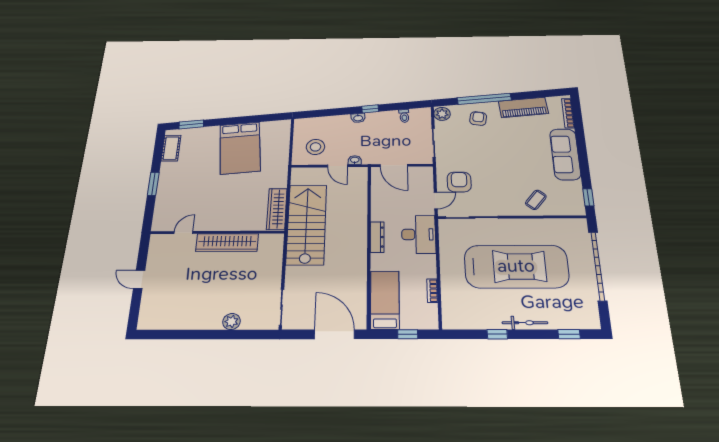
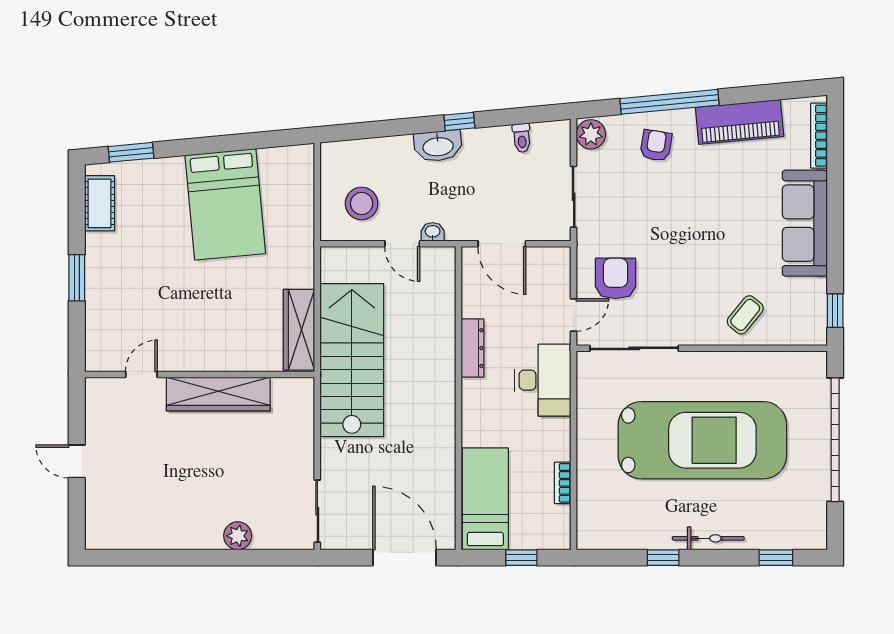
washbasin: (358, 118) -> (438, 146), width x1.91, depth x1.45
dresser: (377, 237) -> (473, 348), moved

